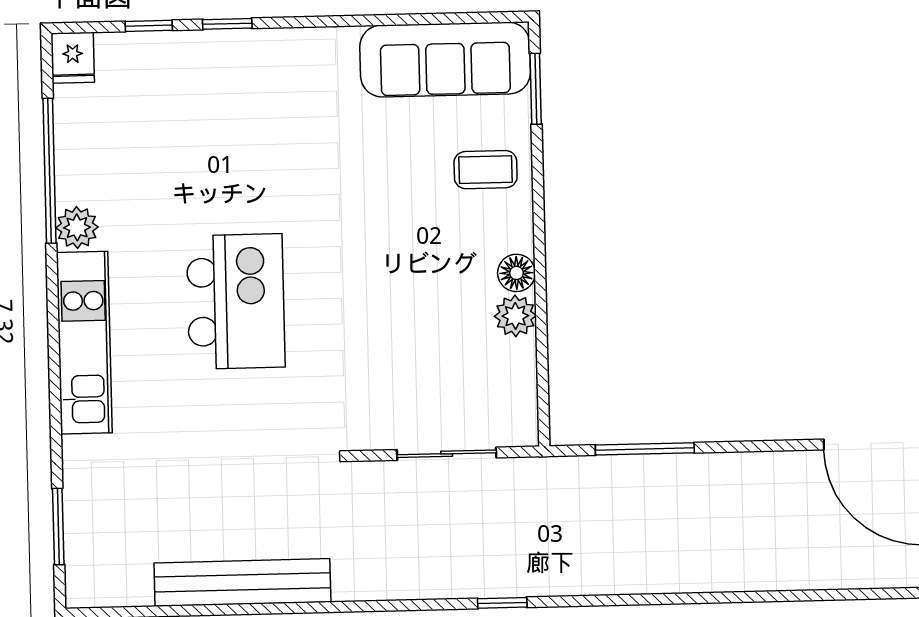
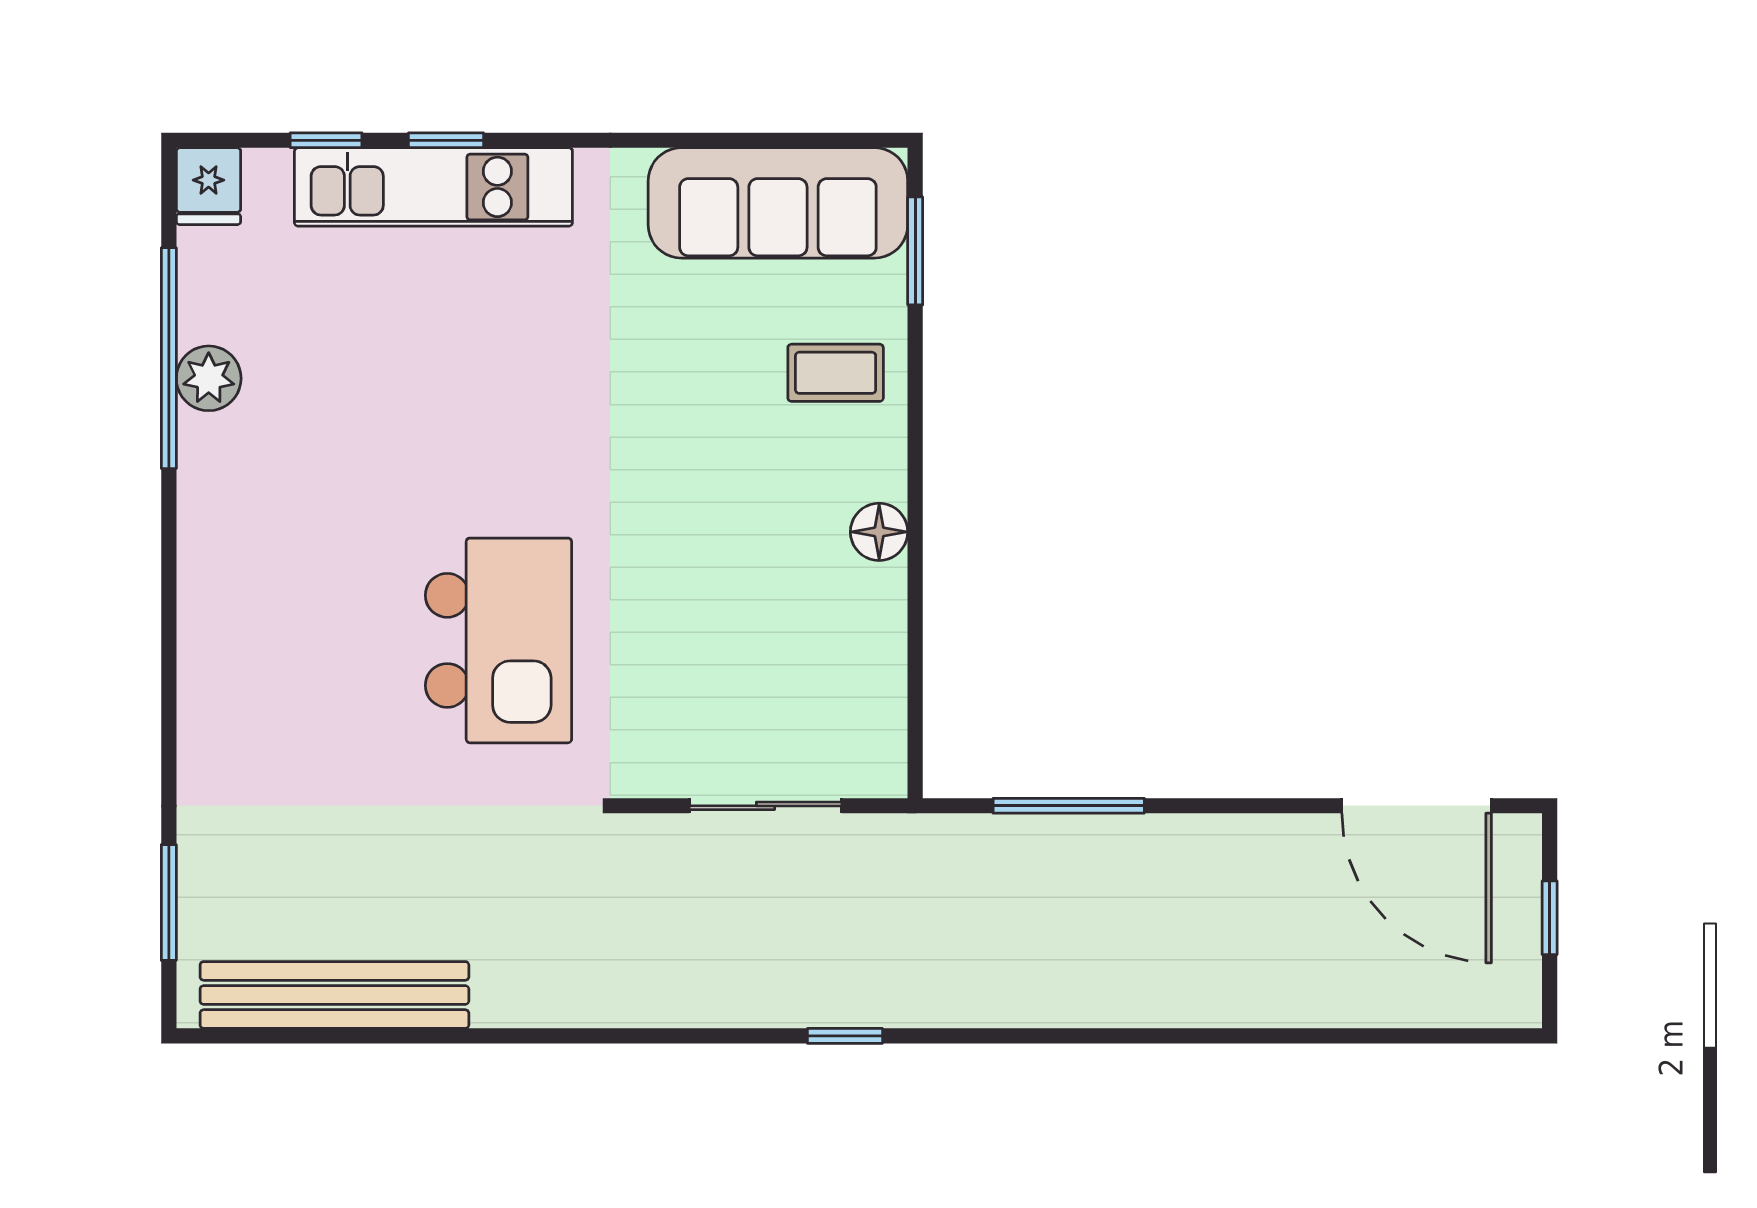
plant: (77, 227) -> (209, 378), moved
kitchen island: (236, 301) -> (498, 640), moved
plant: (515, 316) -> (876, 598), removed
kitchen unit: (84, 343) -> (433, 187), moved, turned 90
bench: (242, 582) -> (334, 995), moved

